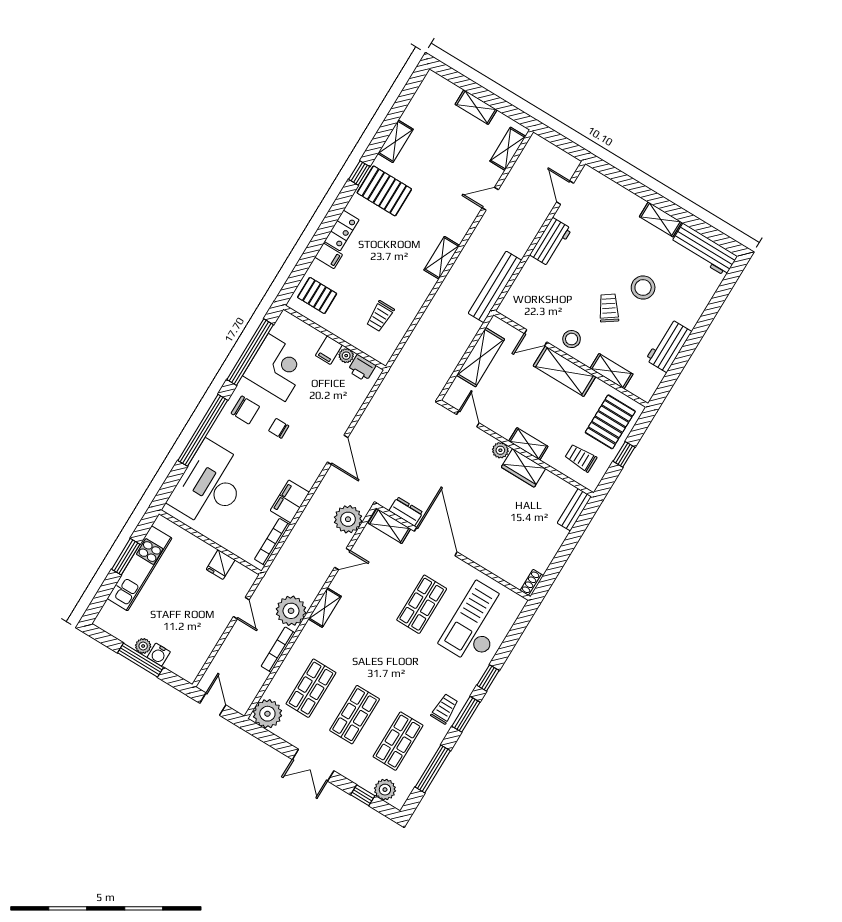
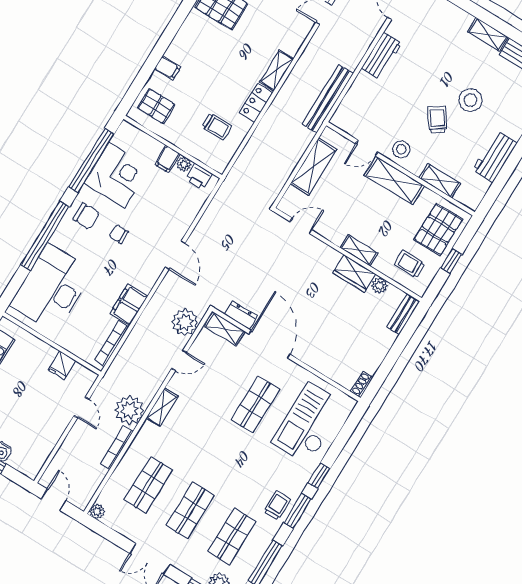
locker: (342, 231) -> (256, 103), moved, turned 180
trolley: (380, 316) -> (217, 126), turned -90
door: (468, 419) -> (301, 226), hinge flipped
plant: (500, 450) -> (380, 286), moved
plant: (267, 714) -> (97, 511), width x0.53, depth x0.53

